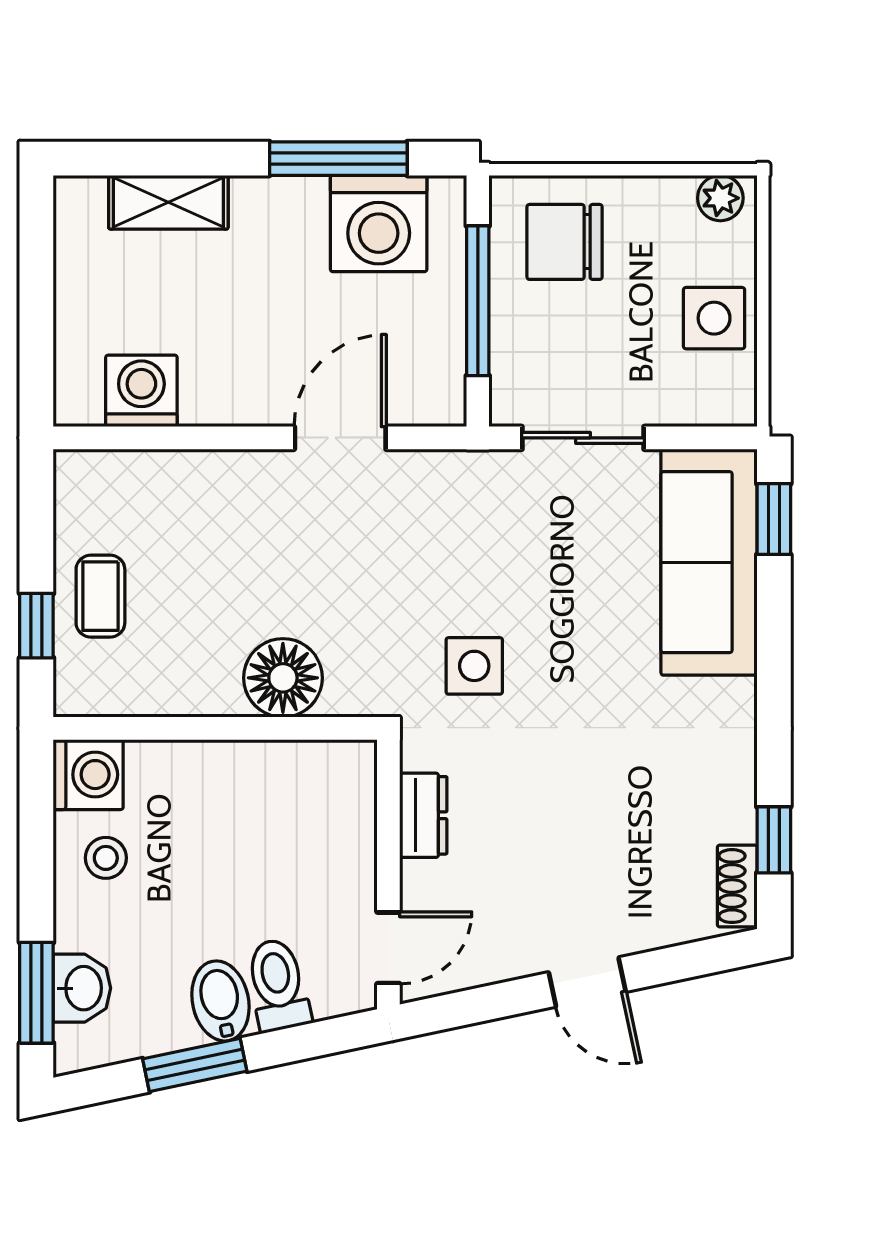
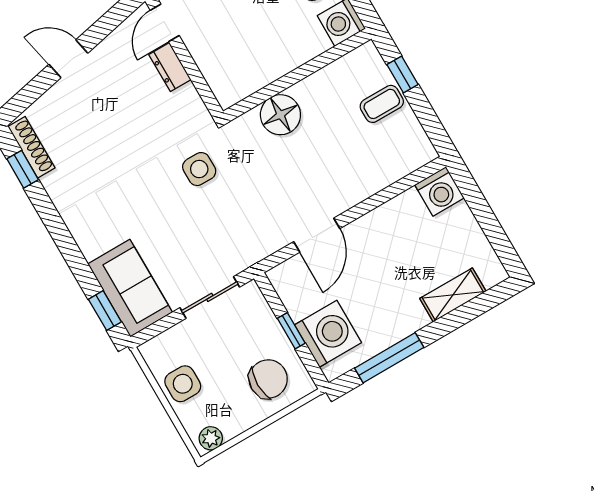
washing machine: (379, 223) -> (328, 334), moved, turned 90
window: (478, 301) -> (291, 331), width x0.46
washing machine: (141, 391) -> (439, 191), moved
sofa: (709, 562) -> (130, 288), width x0.73
coffee table: (100, 596) -> (382, 104), turned 90
dresser: (423, 815) -> (170, 67), moved
shoe rack: (737, 886) -> (31, 147), width x1.43

